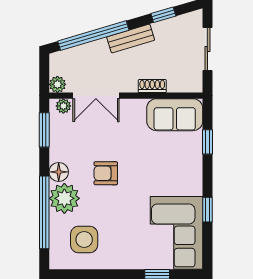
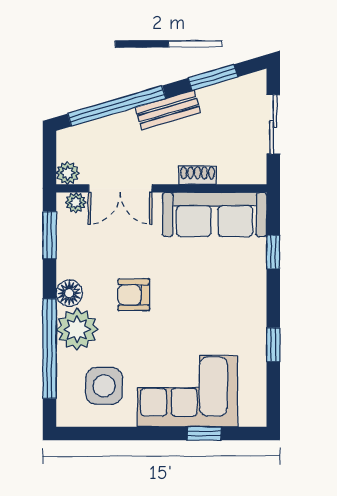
window: (163, 15) -> (213, 77), width x1.50
sofa: (175, 115) -> (215, 214), width x1.36
corner sofa: (177, 233) -> (187, 391), moved, turned 90

